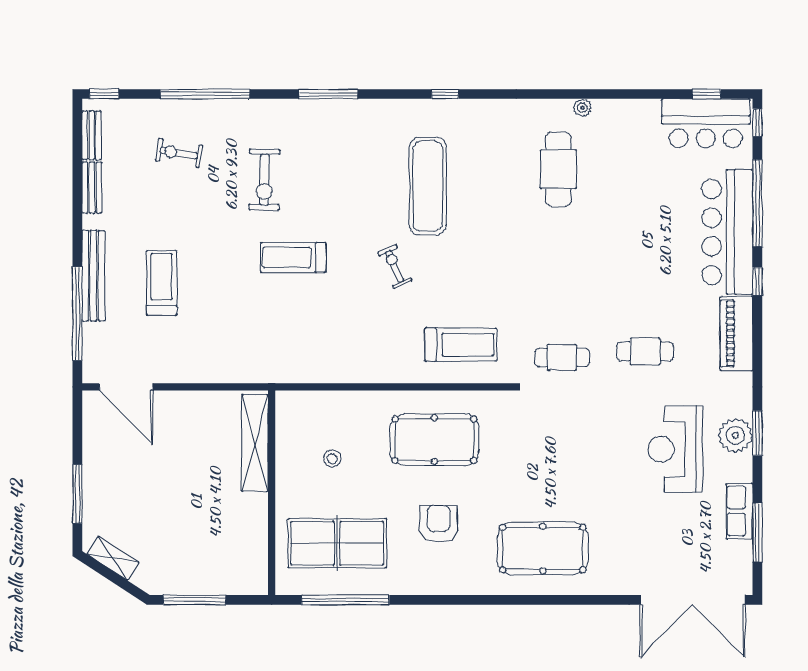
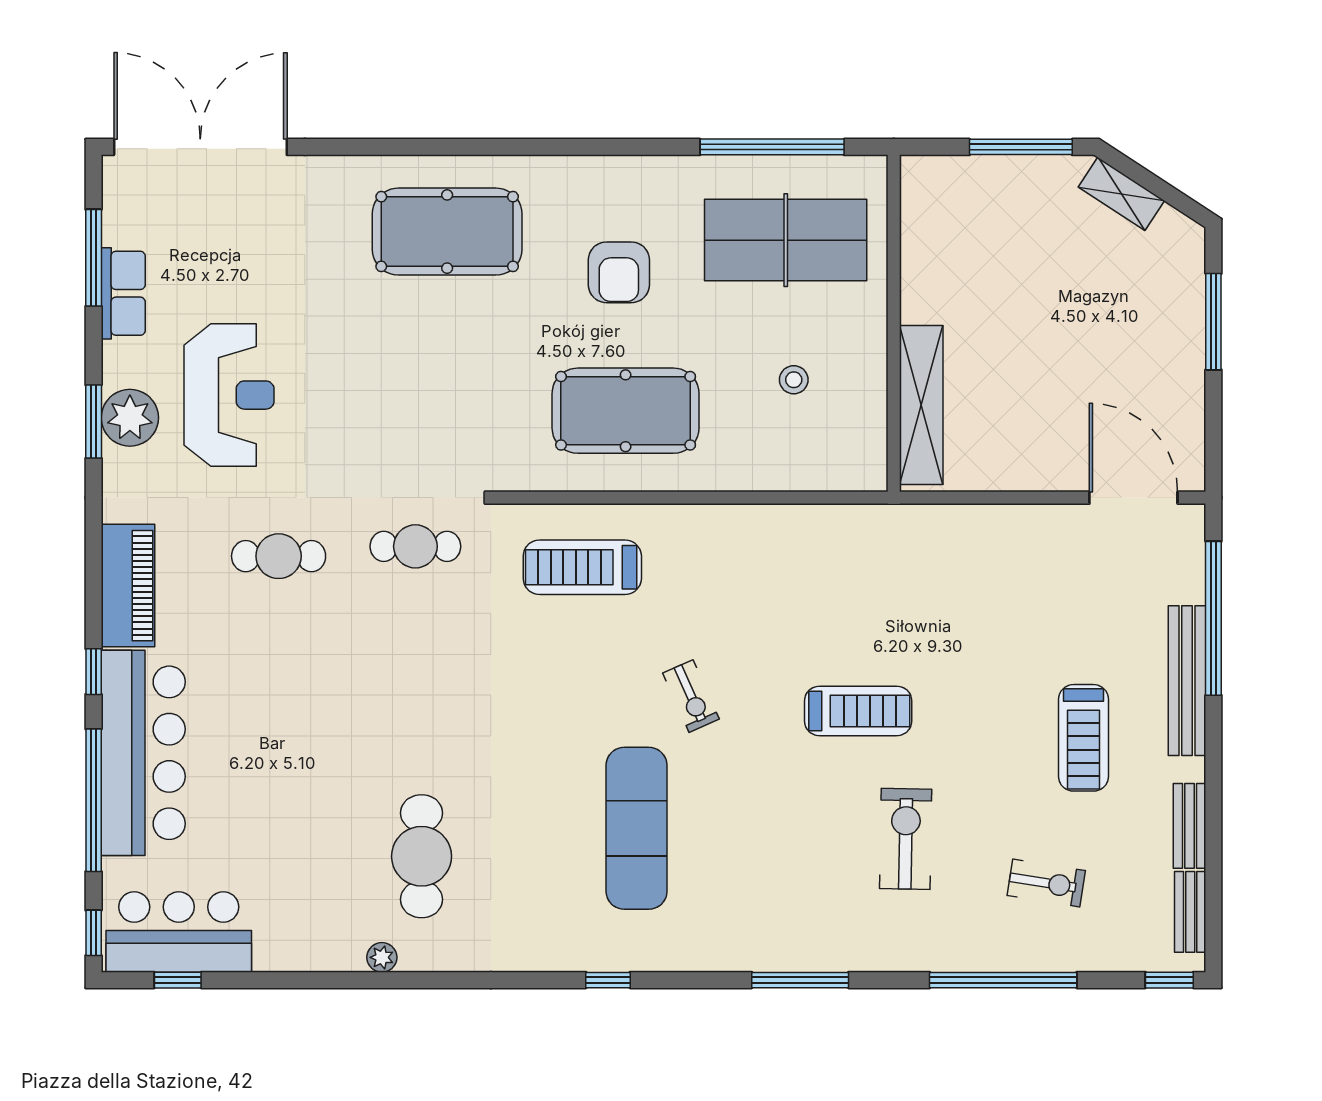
treadmill: (162, 283) -> (1084, 738), moved
shelving: (113, 558) -> (1121, 194), moved

